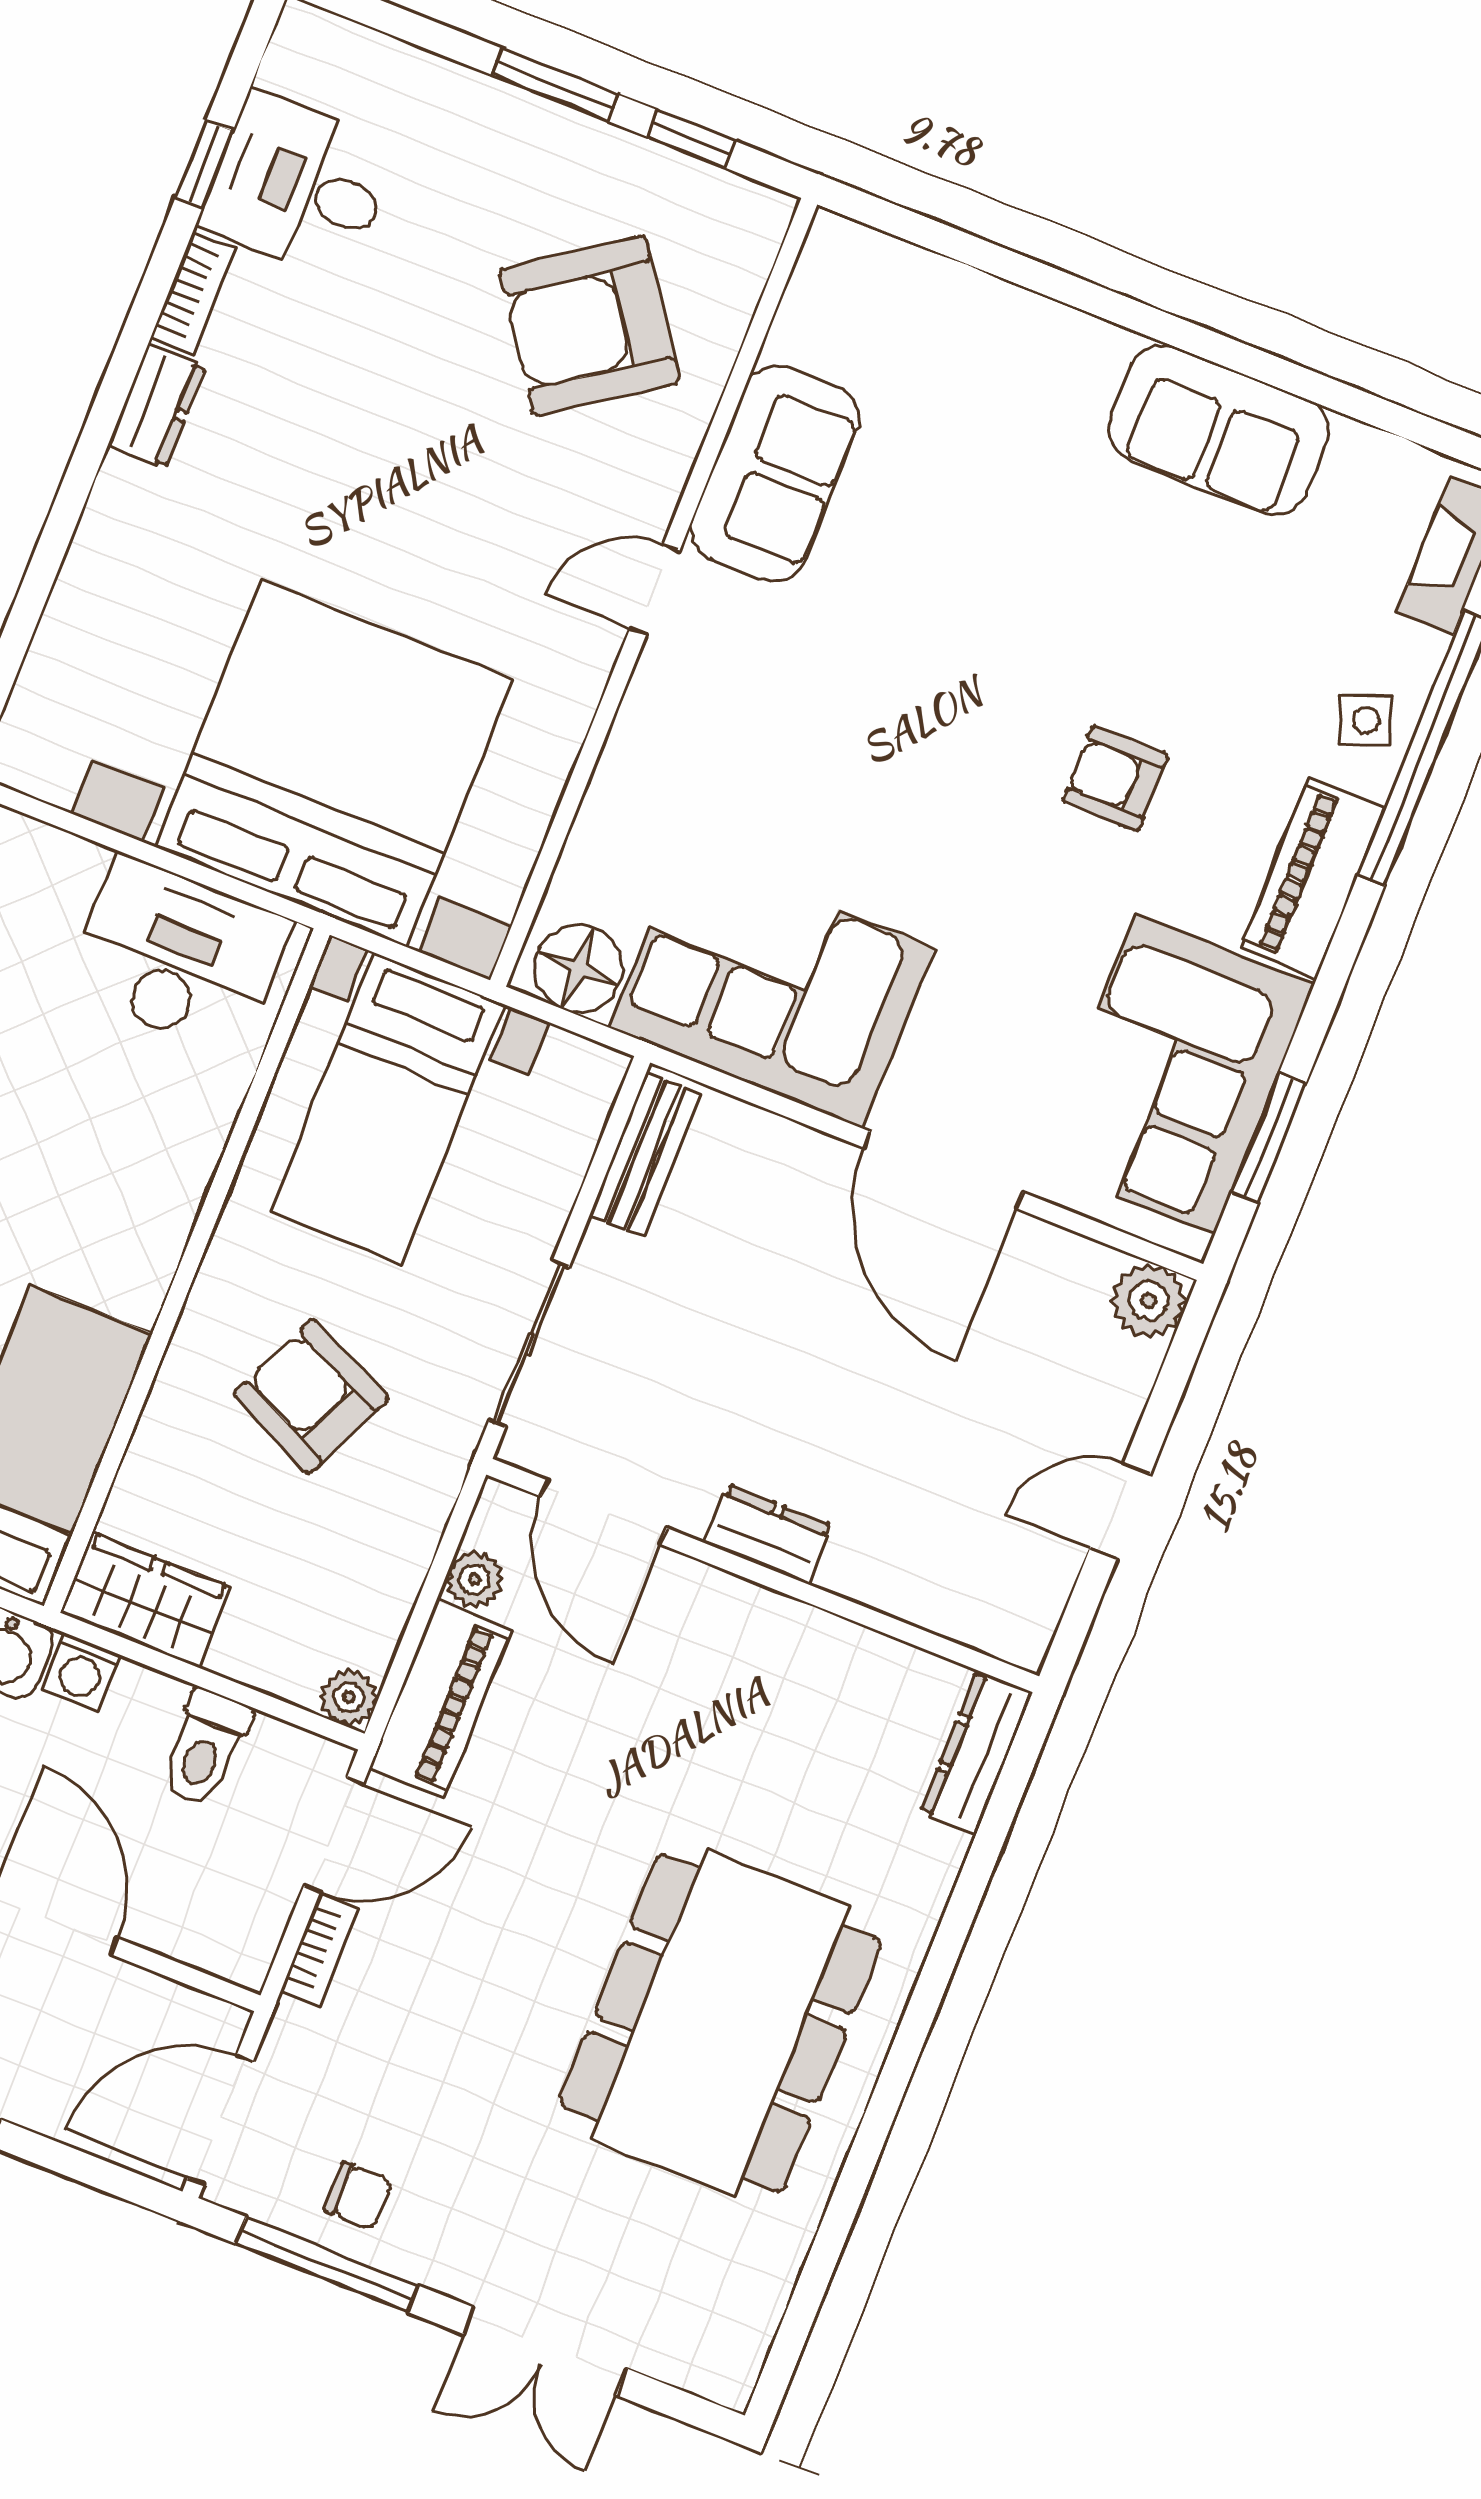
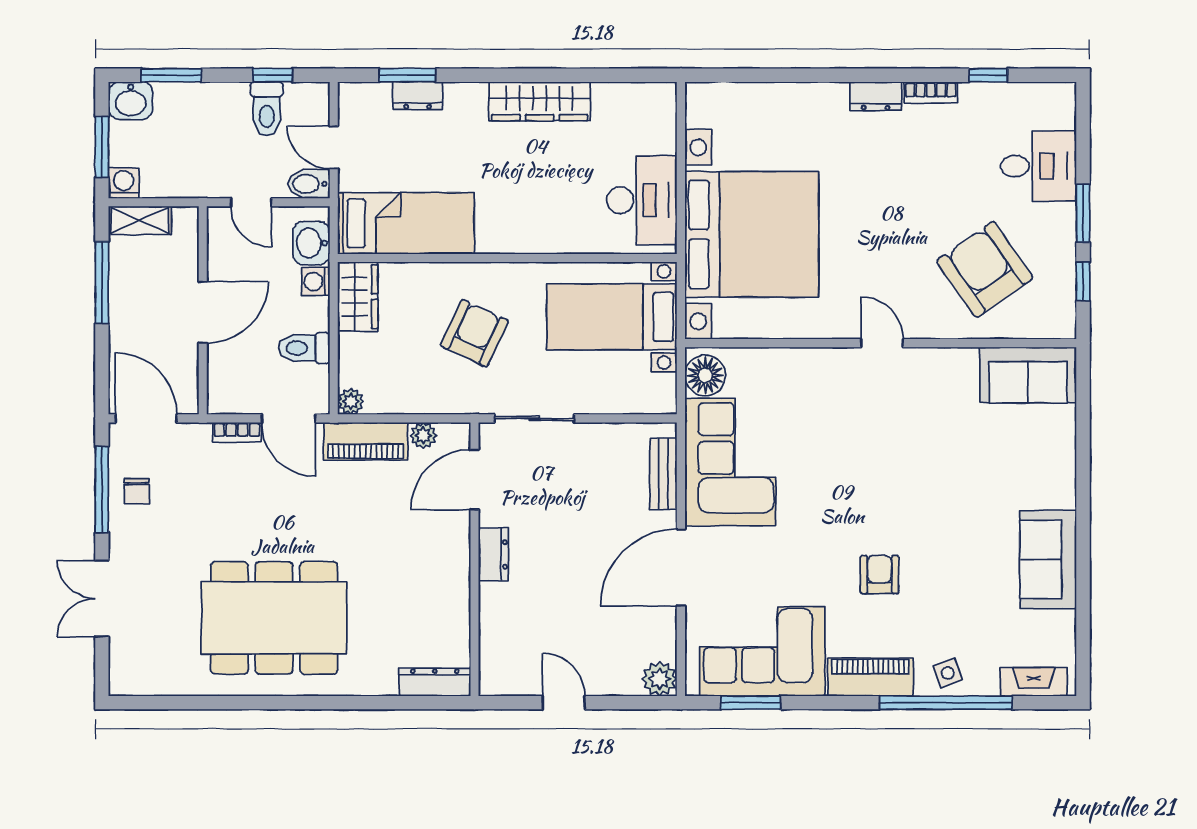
desk: (299, 185) -> (1038, 166), moved, turned 90
sofa: (775, 473) -> (1028, 375), moved
bench: (645, 1154) -> (663, 474), moved, turned 90

